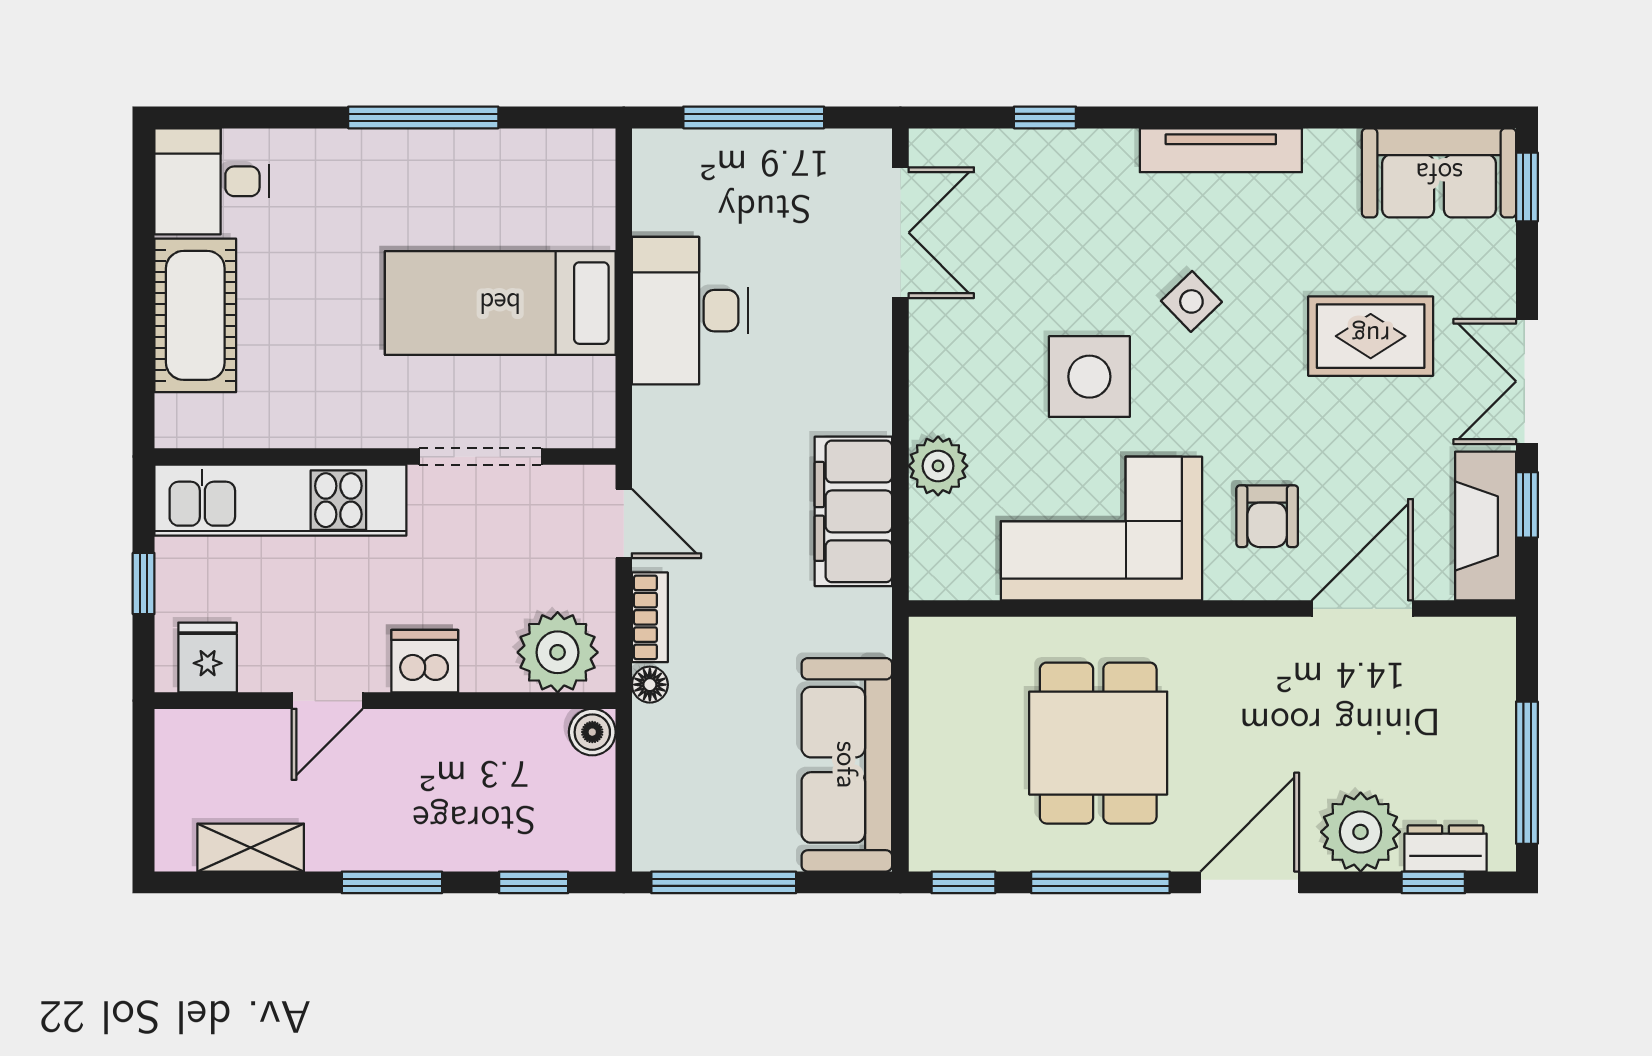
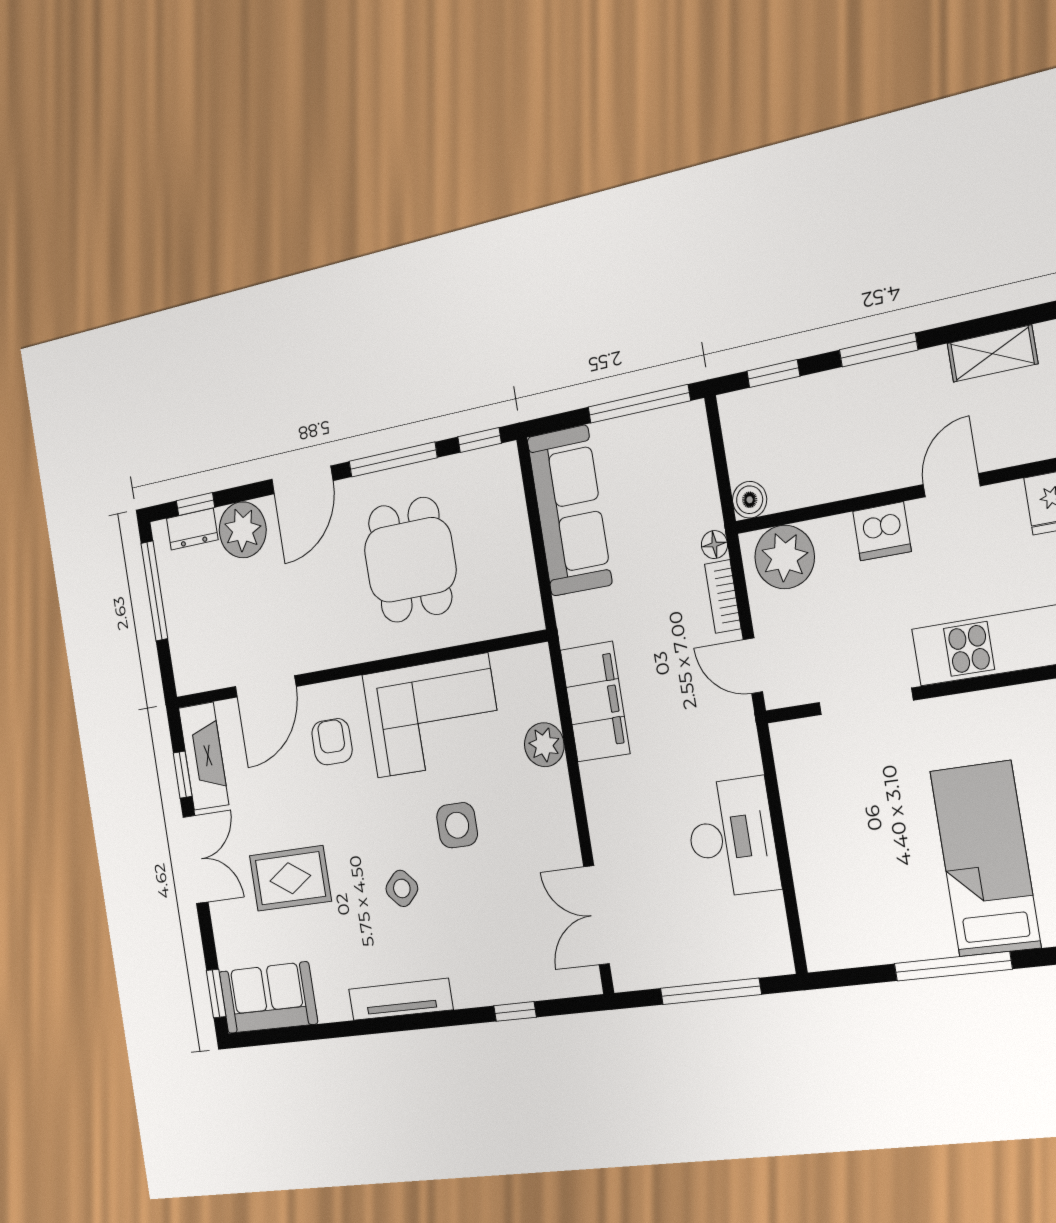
bed: (500, 303) -> (985, 859), moved, turned -90
side table: (1089, 377) -> (457, 825), width x0.73, depth x0.73

